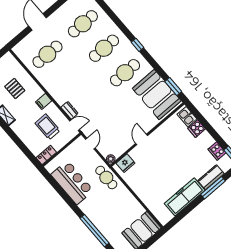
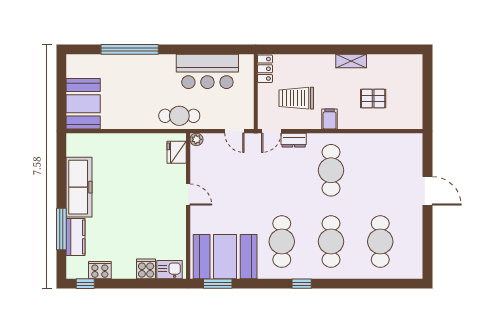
cafe table: (47, 54) -> (331, 170), moved
trolley: (48, 127) -> (296, 98), turned 180

